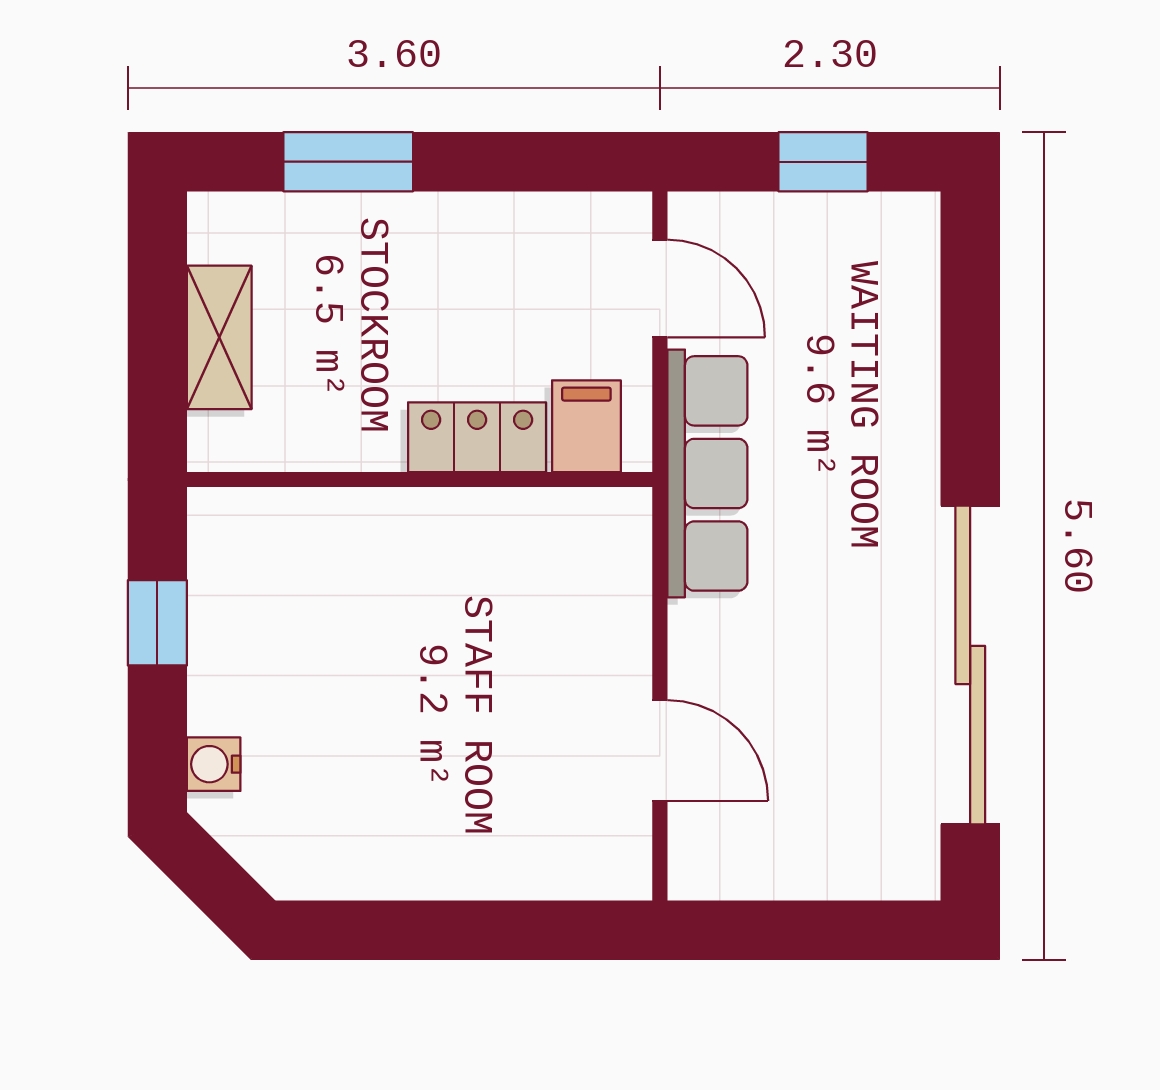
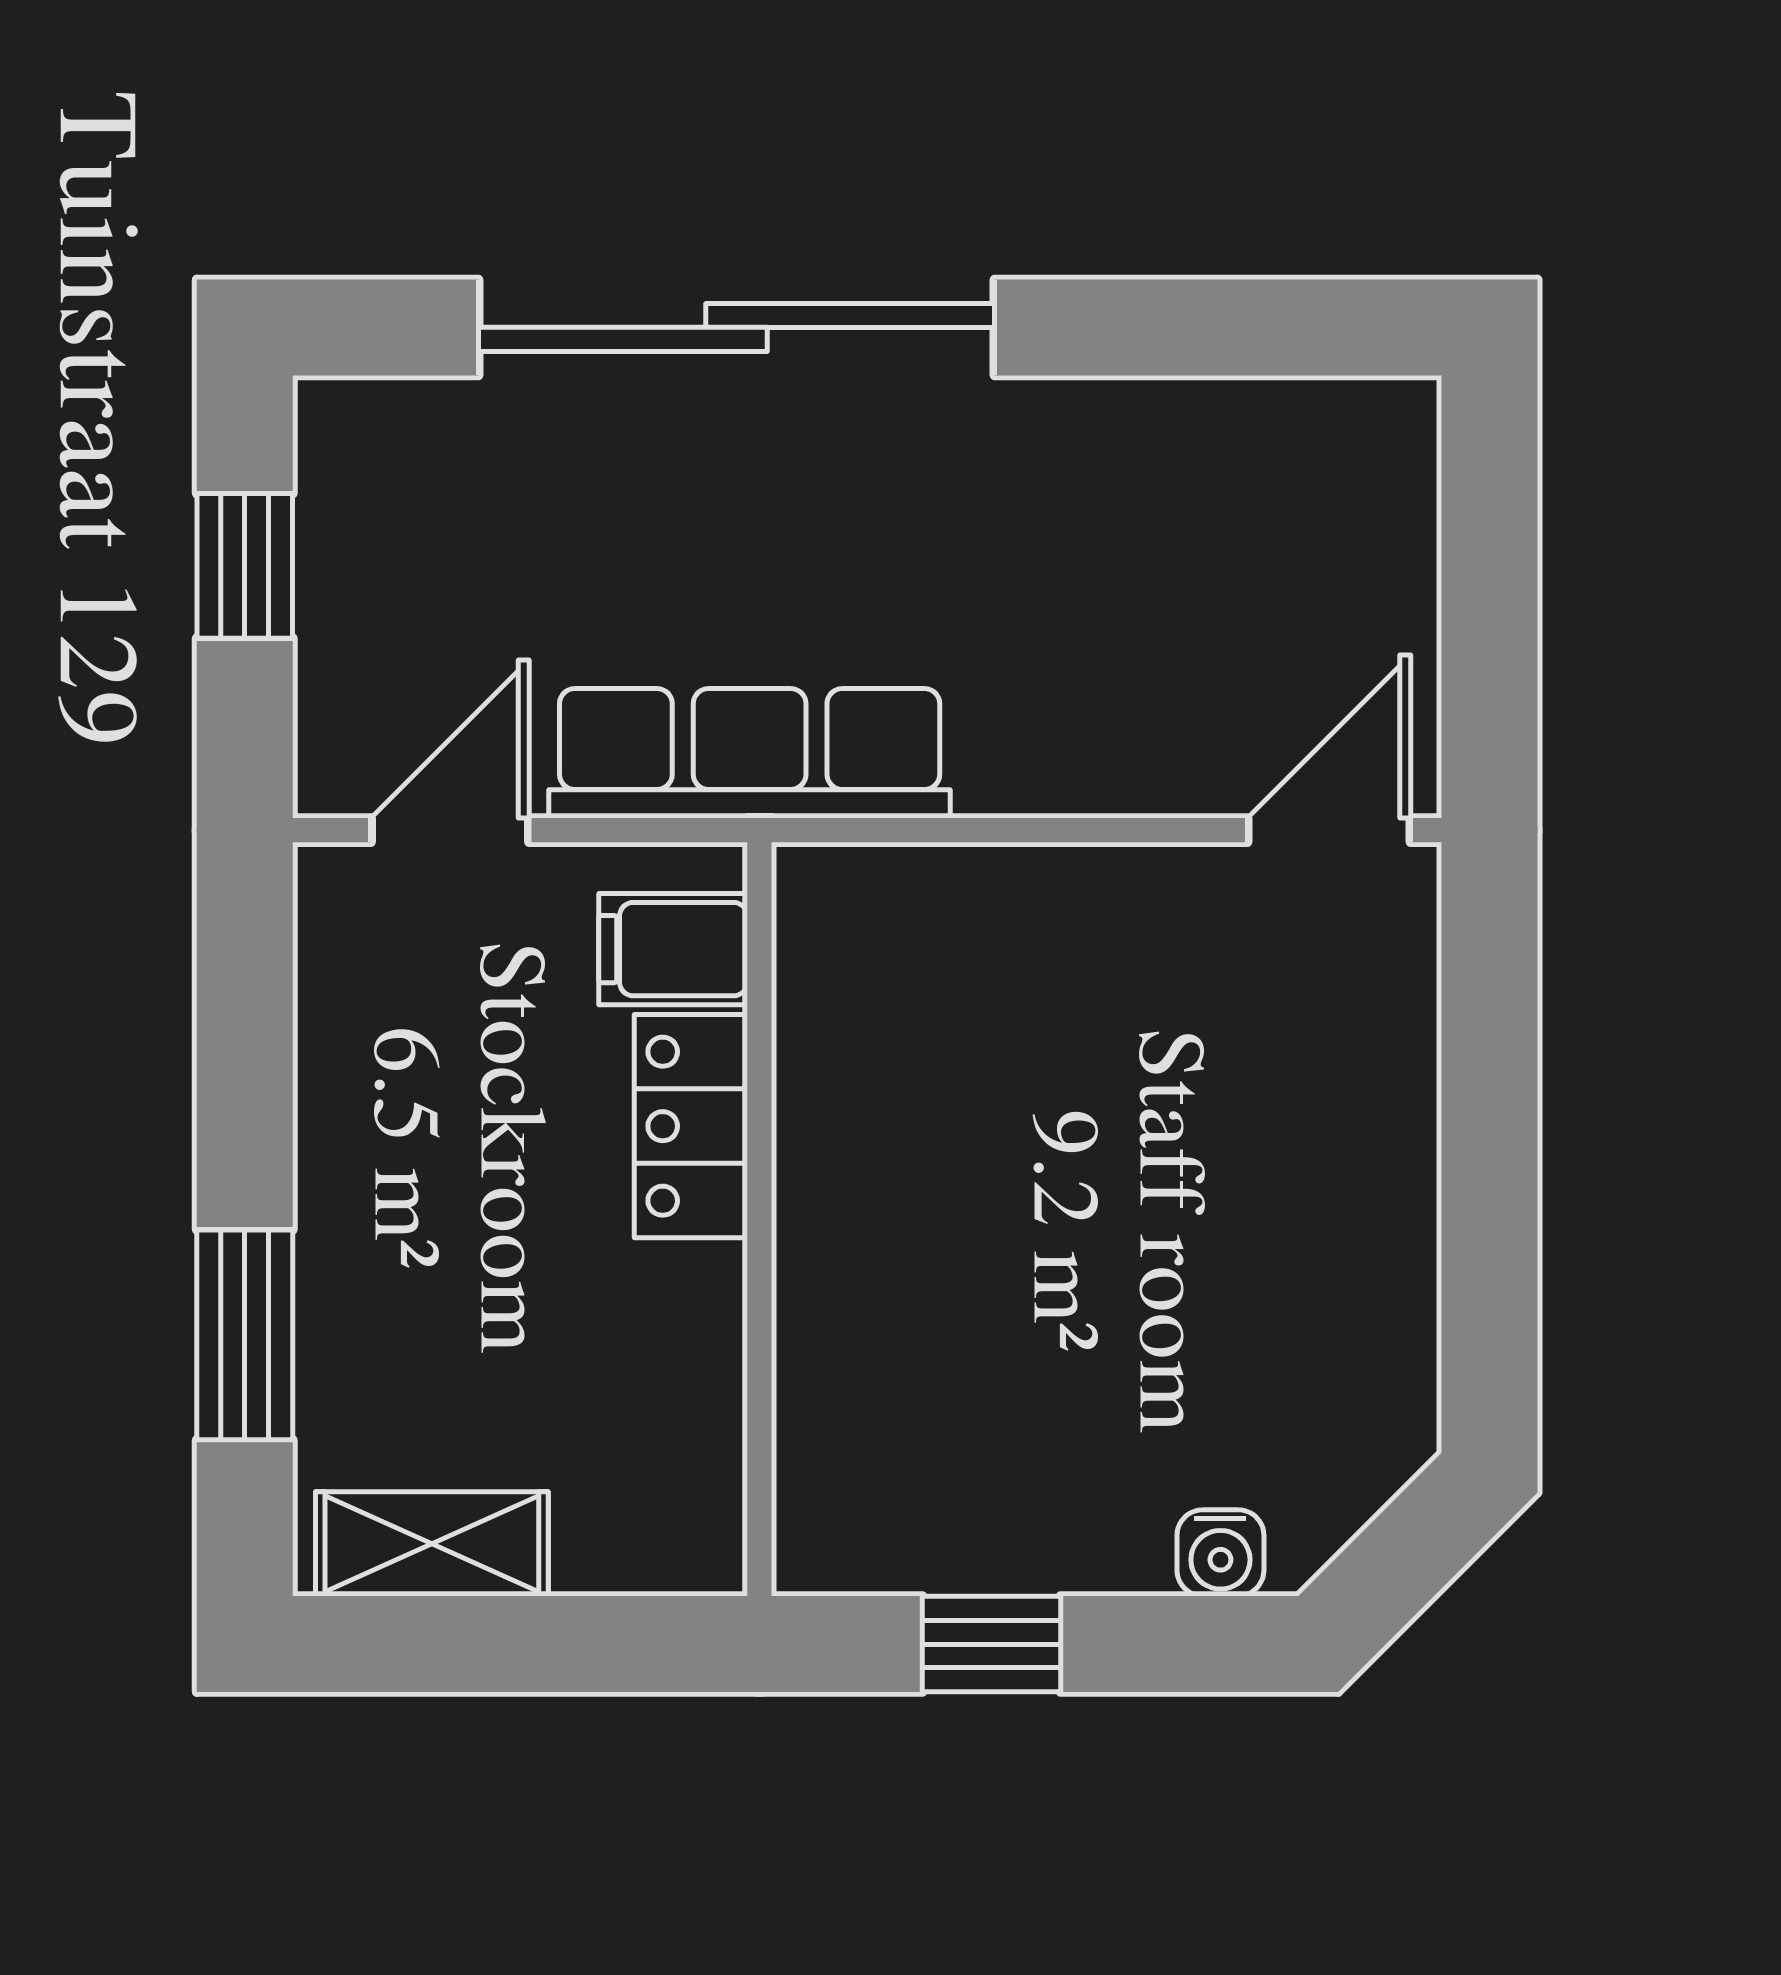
shelving: (219, 337) -> (432, 1544), moved
sliding door: (970, 665) -> (737, 327), moved
door: (660, 750) -> (1329, 830), moved

